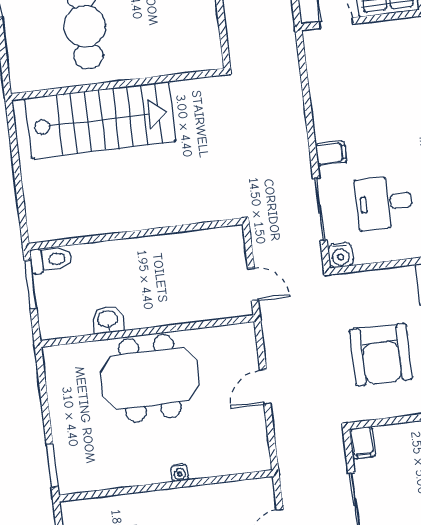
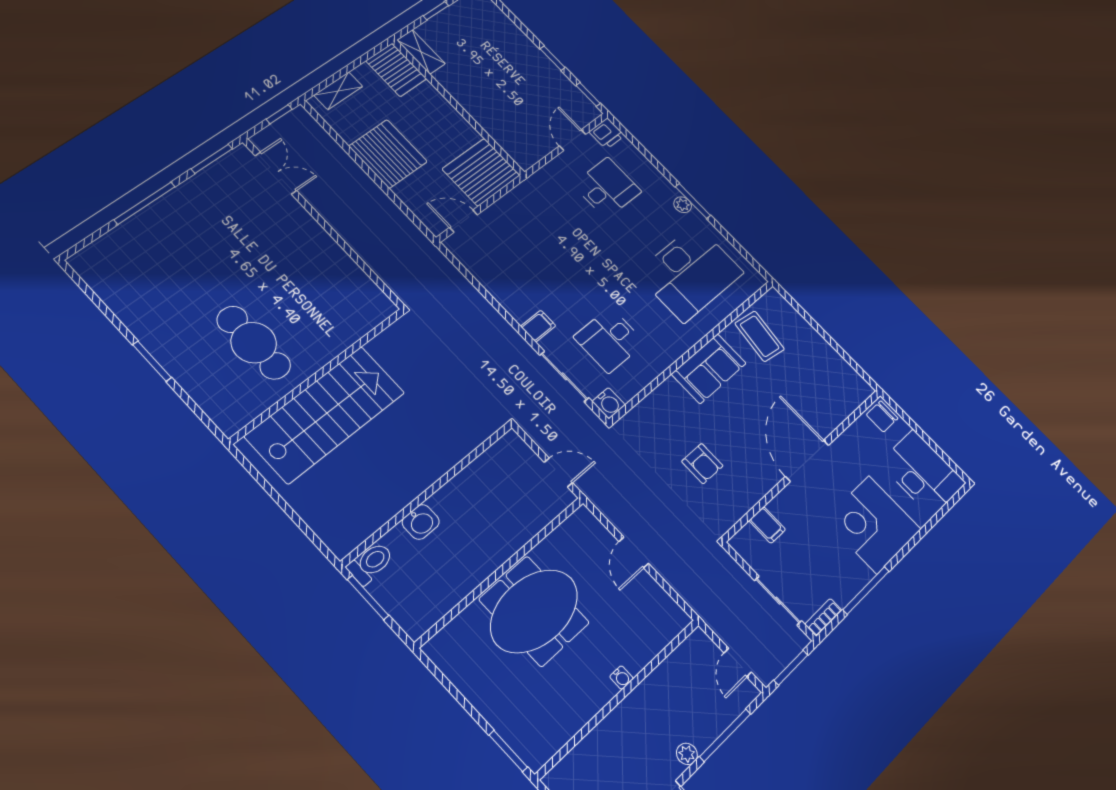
washbasin: (108, 320) -> (421, 522), moved, turned 180
armchair: (381, 355) -> (702, 464), width x0.53, depth x0.53
filing cabinet: (362, 443) -> (767, 525), moved

